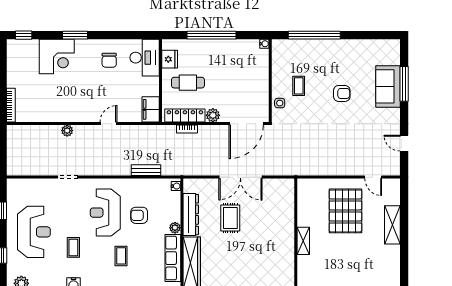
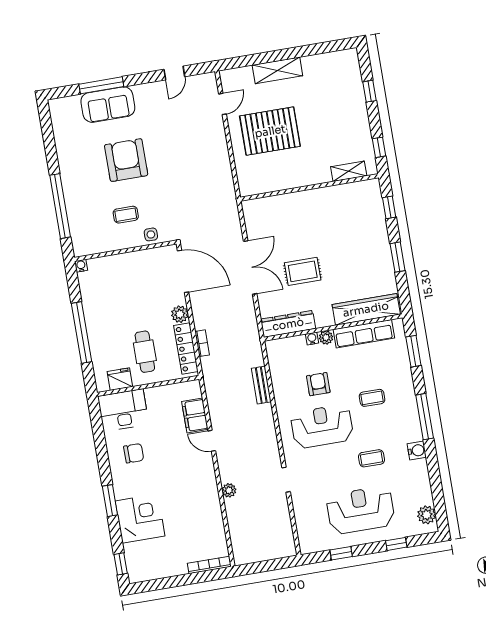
armchair: (342, 93) -> (126, 160), width x1.88, depth x1.88
filing cabinet: (151, 109) -> (195, 415), moved, turned 90
water cooler: (176, 186) -> (312, 339), moved
reception desk: (105, 213) -> (322, 426), turned 180
armchair: (139, 215) -> (318, 384), turned 180
dresser: (191, 215) -> (288, 324), moved
shelving: (303, 241) -> (349, 171), moved

